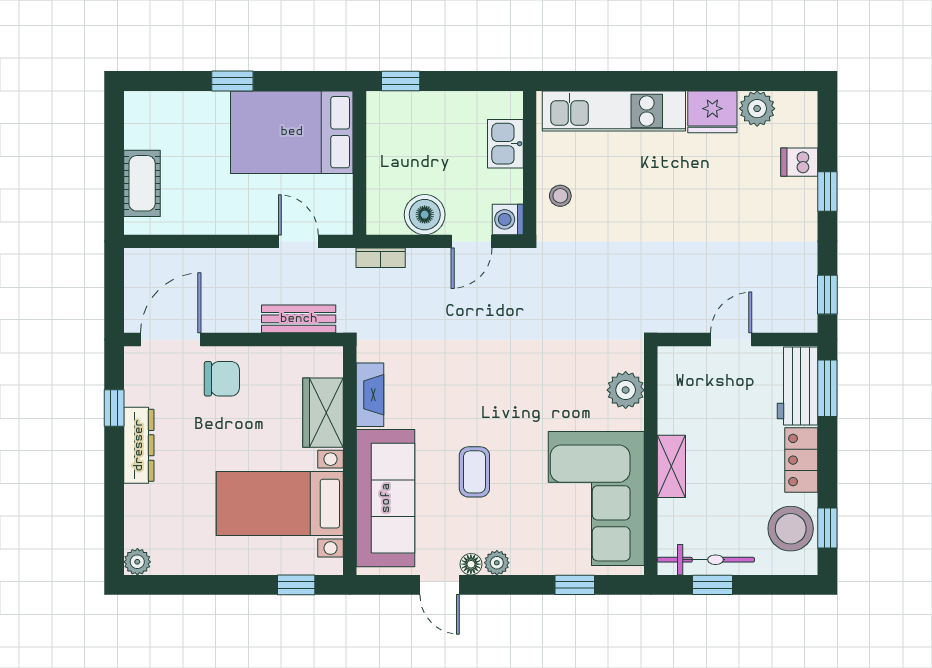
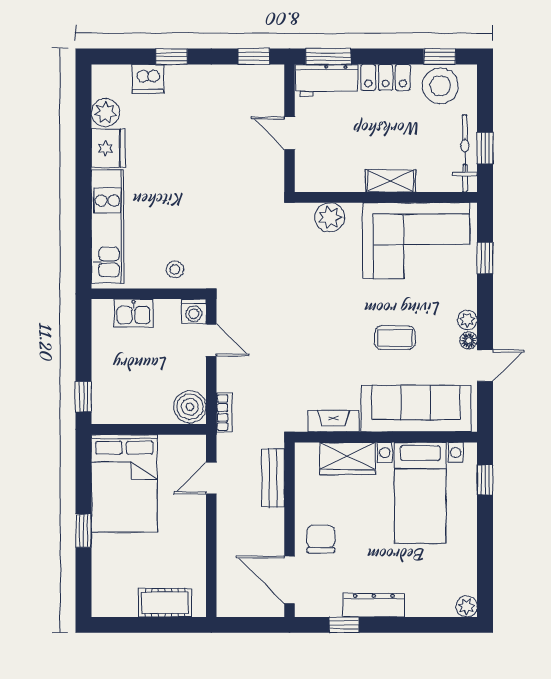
dishwasher: (799, 162) -> (148, 79), width x1.38
boiler: (425, 215) -> (190, 407), moved

